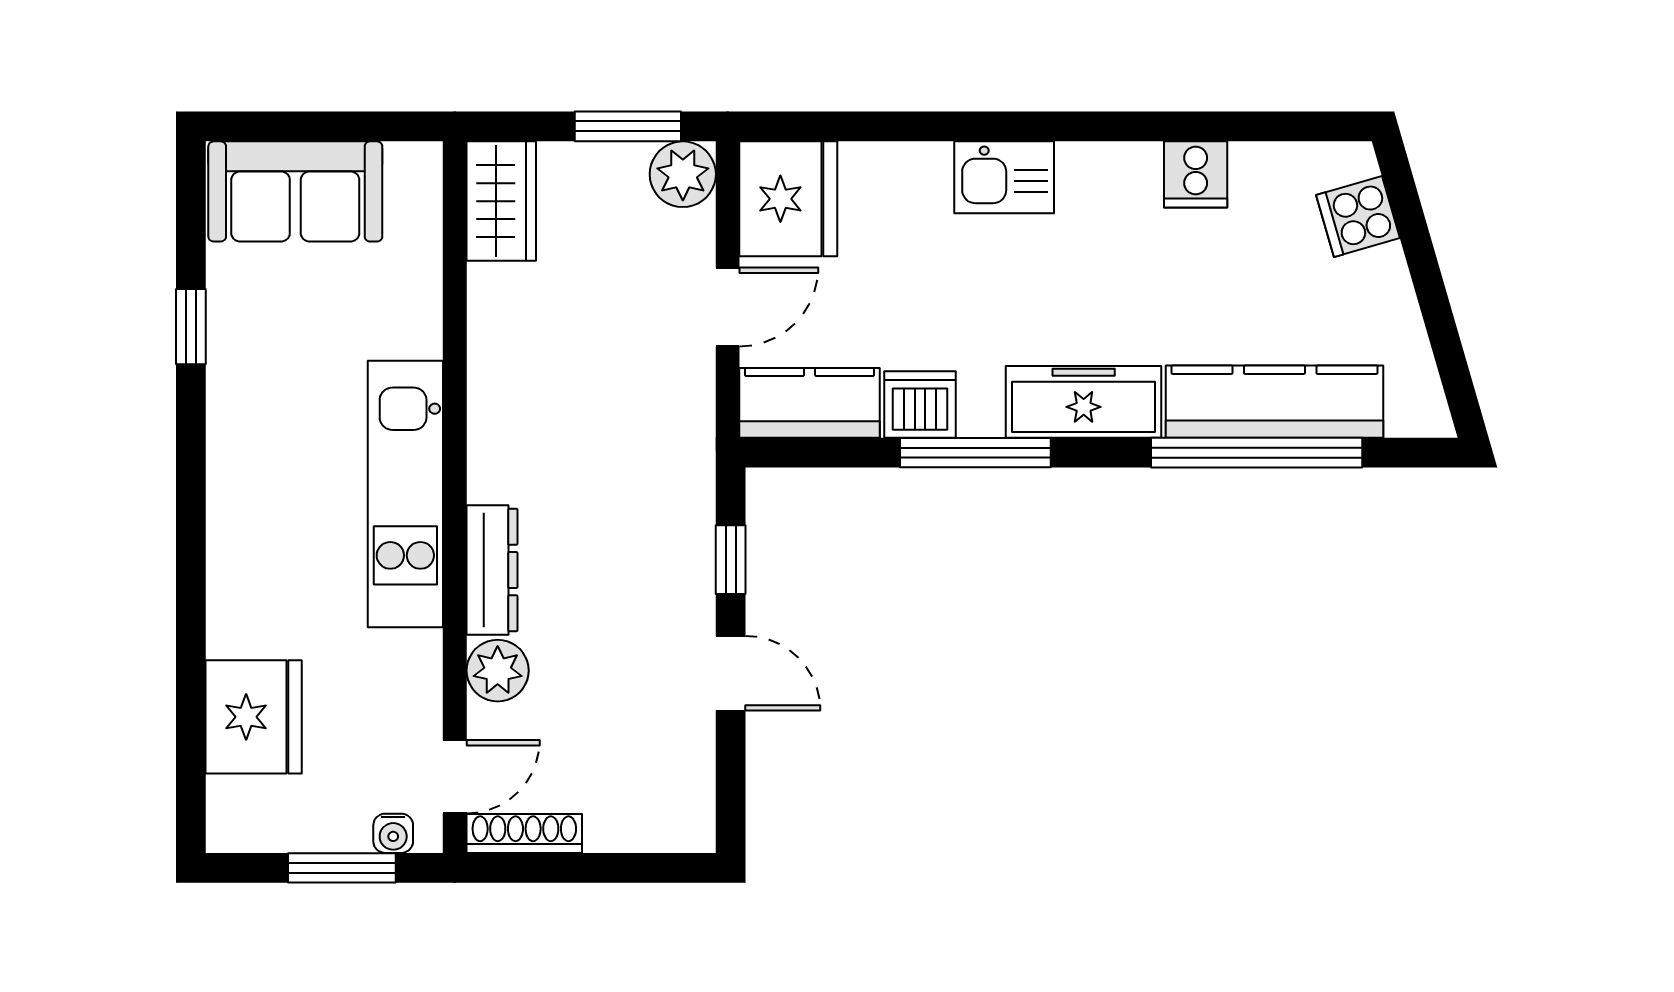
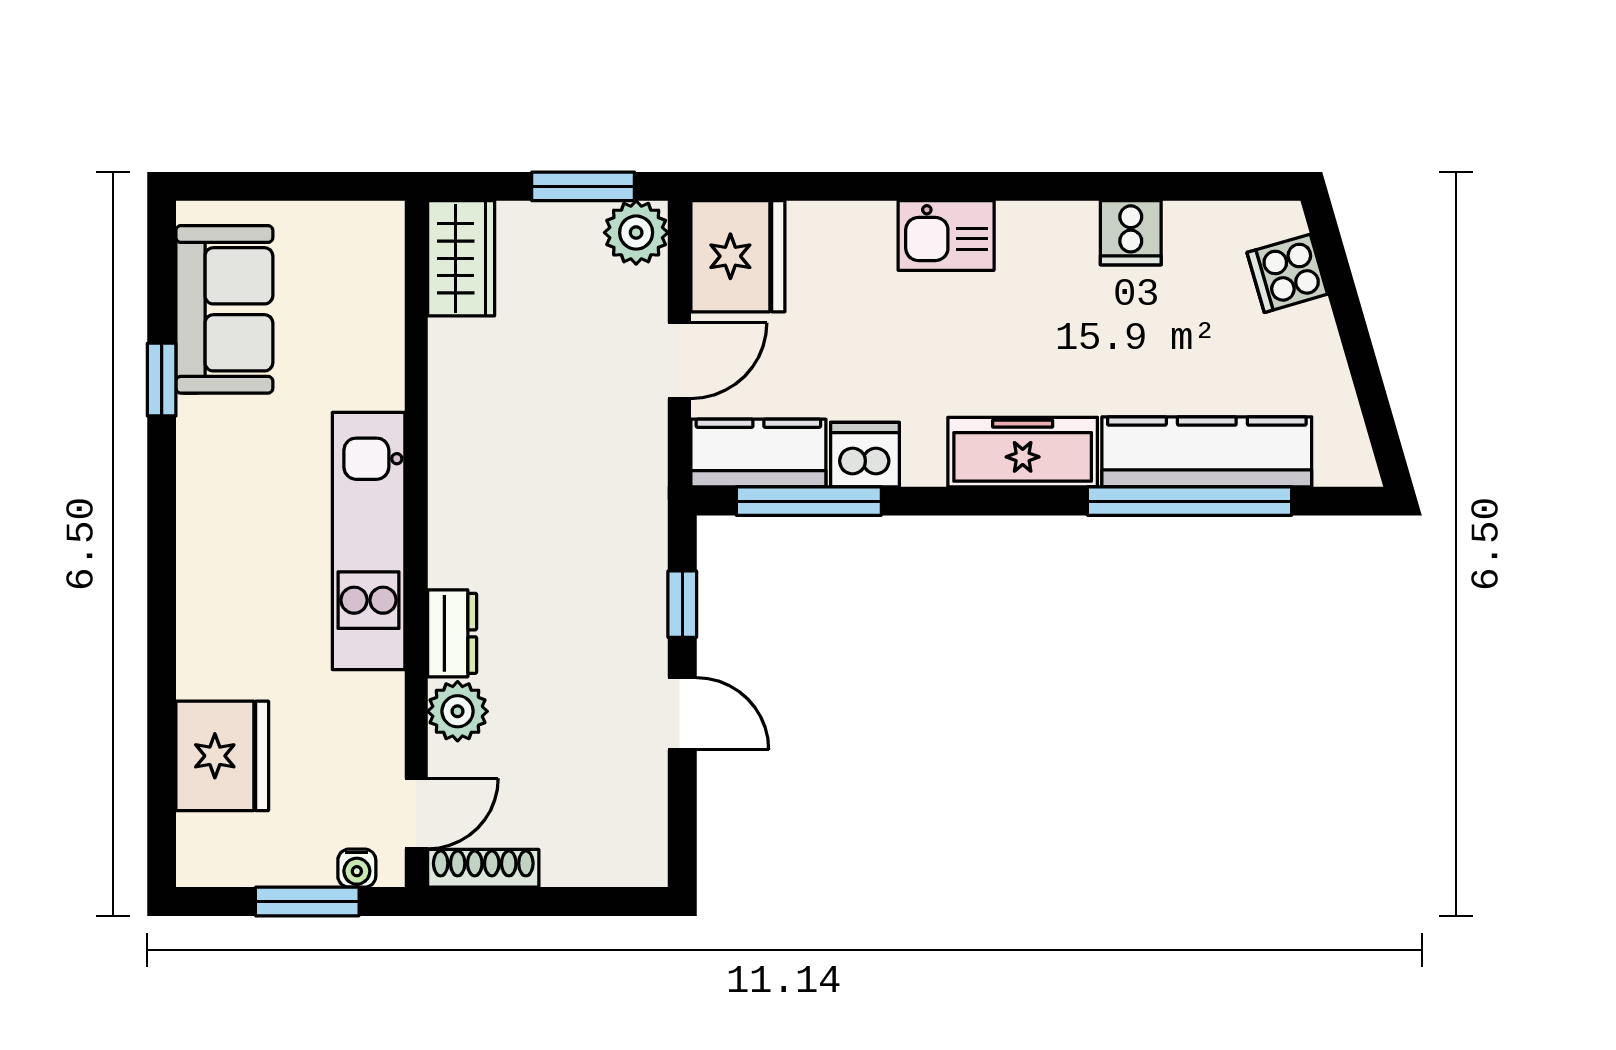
sofa: (295, 191) -> (224, 309), moved, turned -90
window: (975, 453) -> (809, 501), moved
dresser: (492, 570) -> (452, 633), width x0.70

